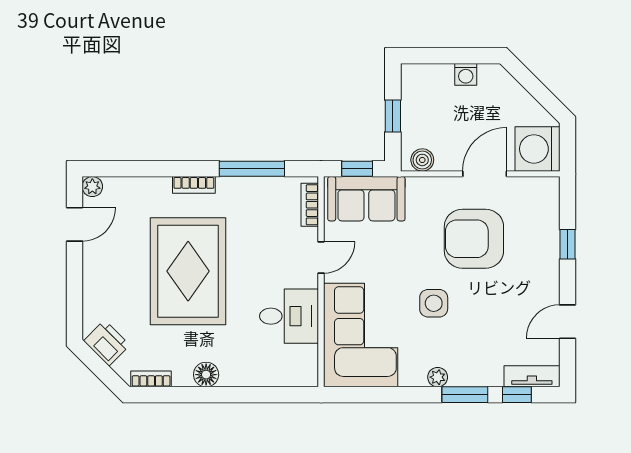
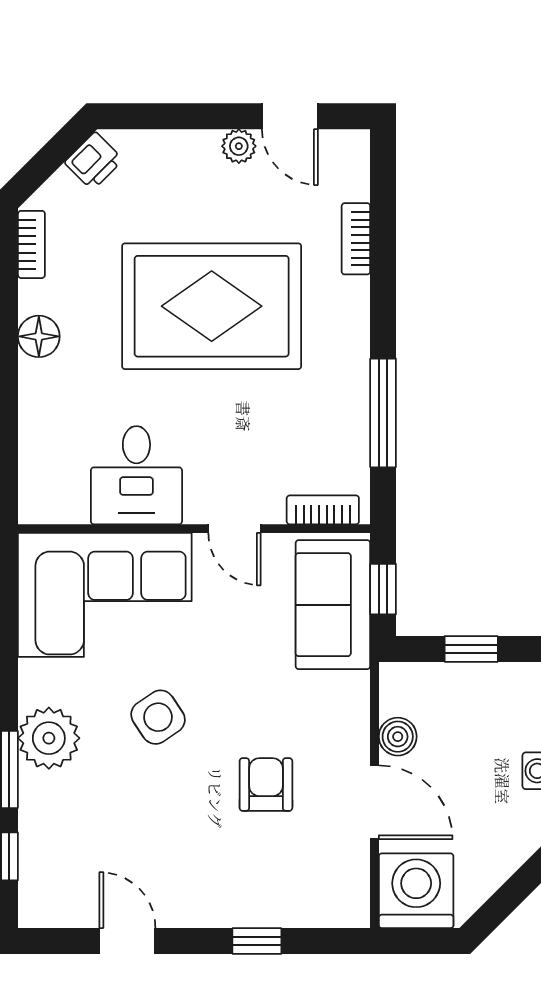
boiler: (422, 160) -> (398, 737), moved
bookcase: (194, 185) -> (356, 239), moved
plant: (92, 187) -> (239, 146), moved
armchair: (474, 239) -> (266, 784), width x0.53, depth x0.53
side table: (434, 303) -> (158, 717), turned -34
printer: (107, 343) -> (94, 161), width x0.73, depth x0.81
tv unit: (532, 376) -> (36, 882), removed
plant: (438, 377) -> (49, 738), width x1.88, depth x1.88

